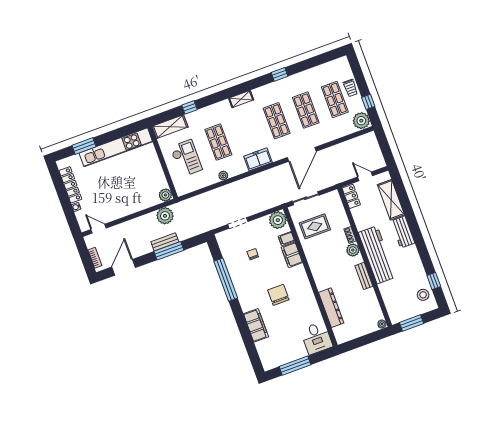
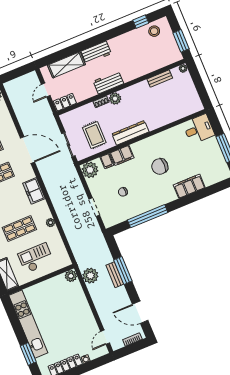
workbench: (377, 255) -> (108, 82), width x0.53, depth x0.76
bench: (364, 276) -> (160, 79), moved
dresser: (331, 308) -> (130, 133), moved

